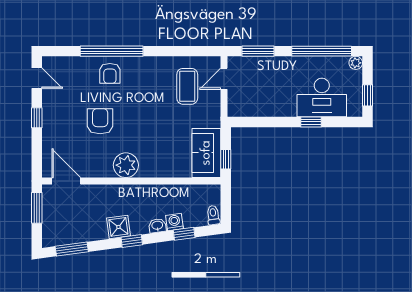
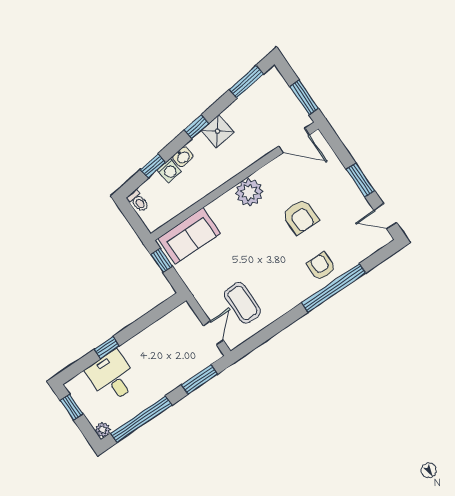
desk: (322, 97) -> (112, 377), width x0.73
window: (37, 118) -> (361, 180), width x1.50
sofa: (206, 153) -> (189, 236), moved, turned 90

